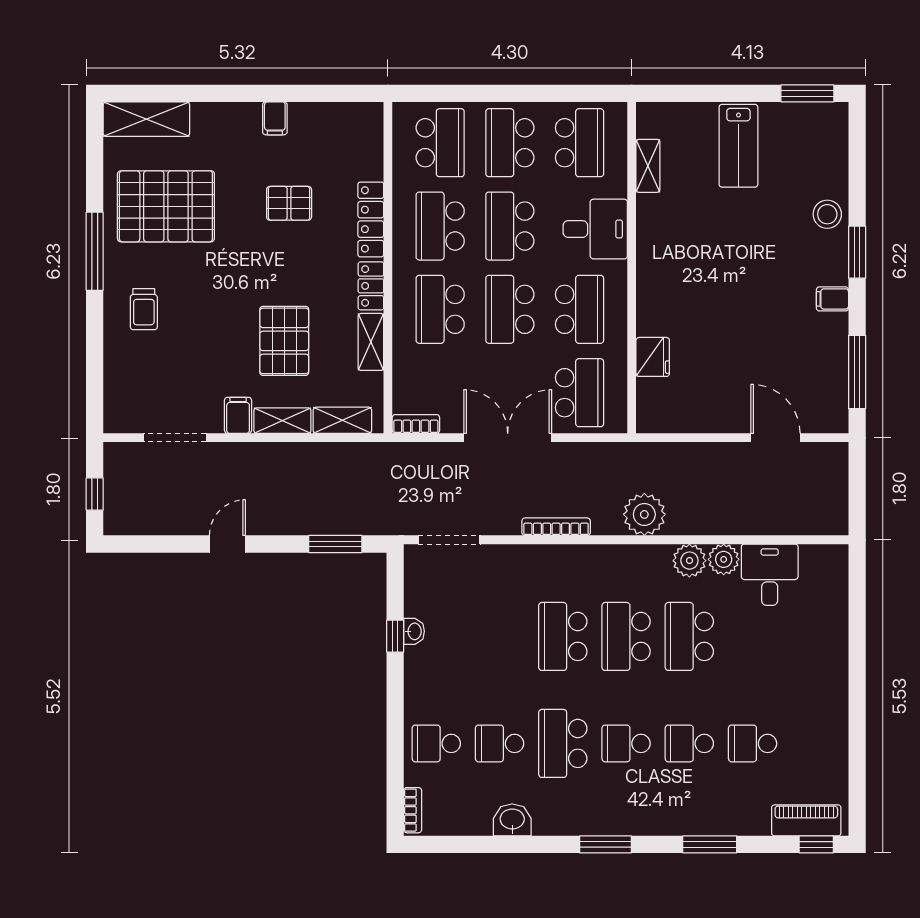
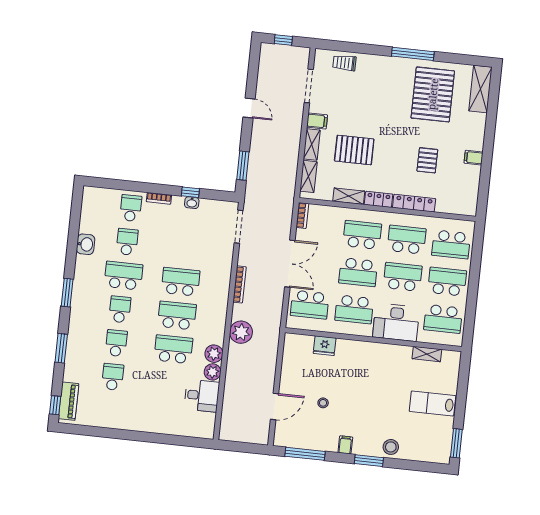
desk: (595, 229) -> (396, 322), width x1.37
trolley: (144, 309) -> (344, 63), moved
school desk: (510, 309) -> (358, 272), turned 180
stool: (759, 349) -> (323, 403), added
bookcase: (413, 810) -> (159, 198), moved

